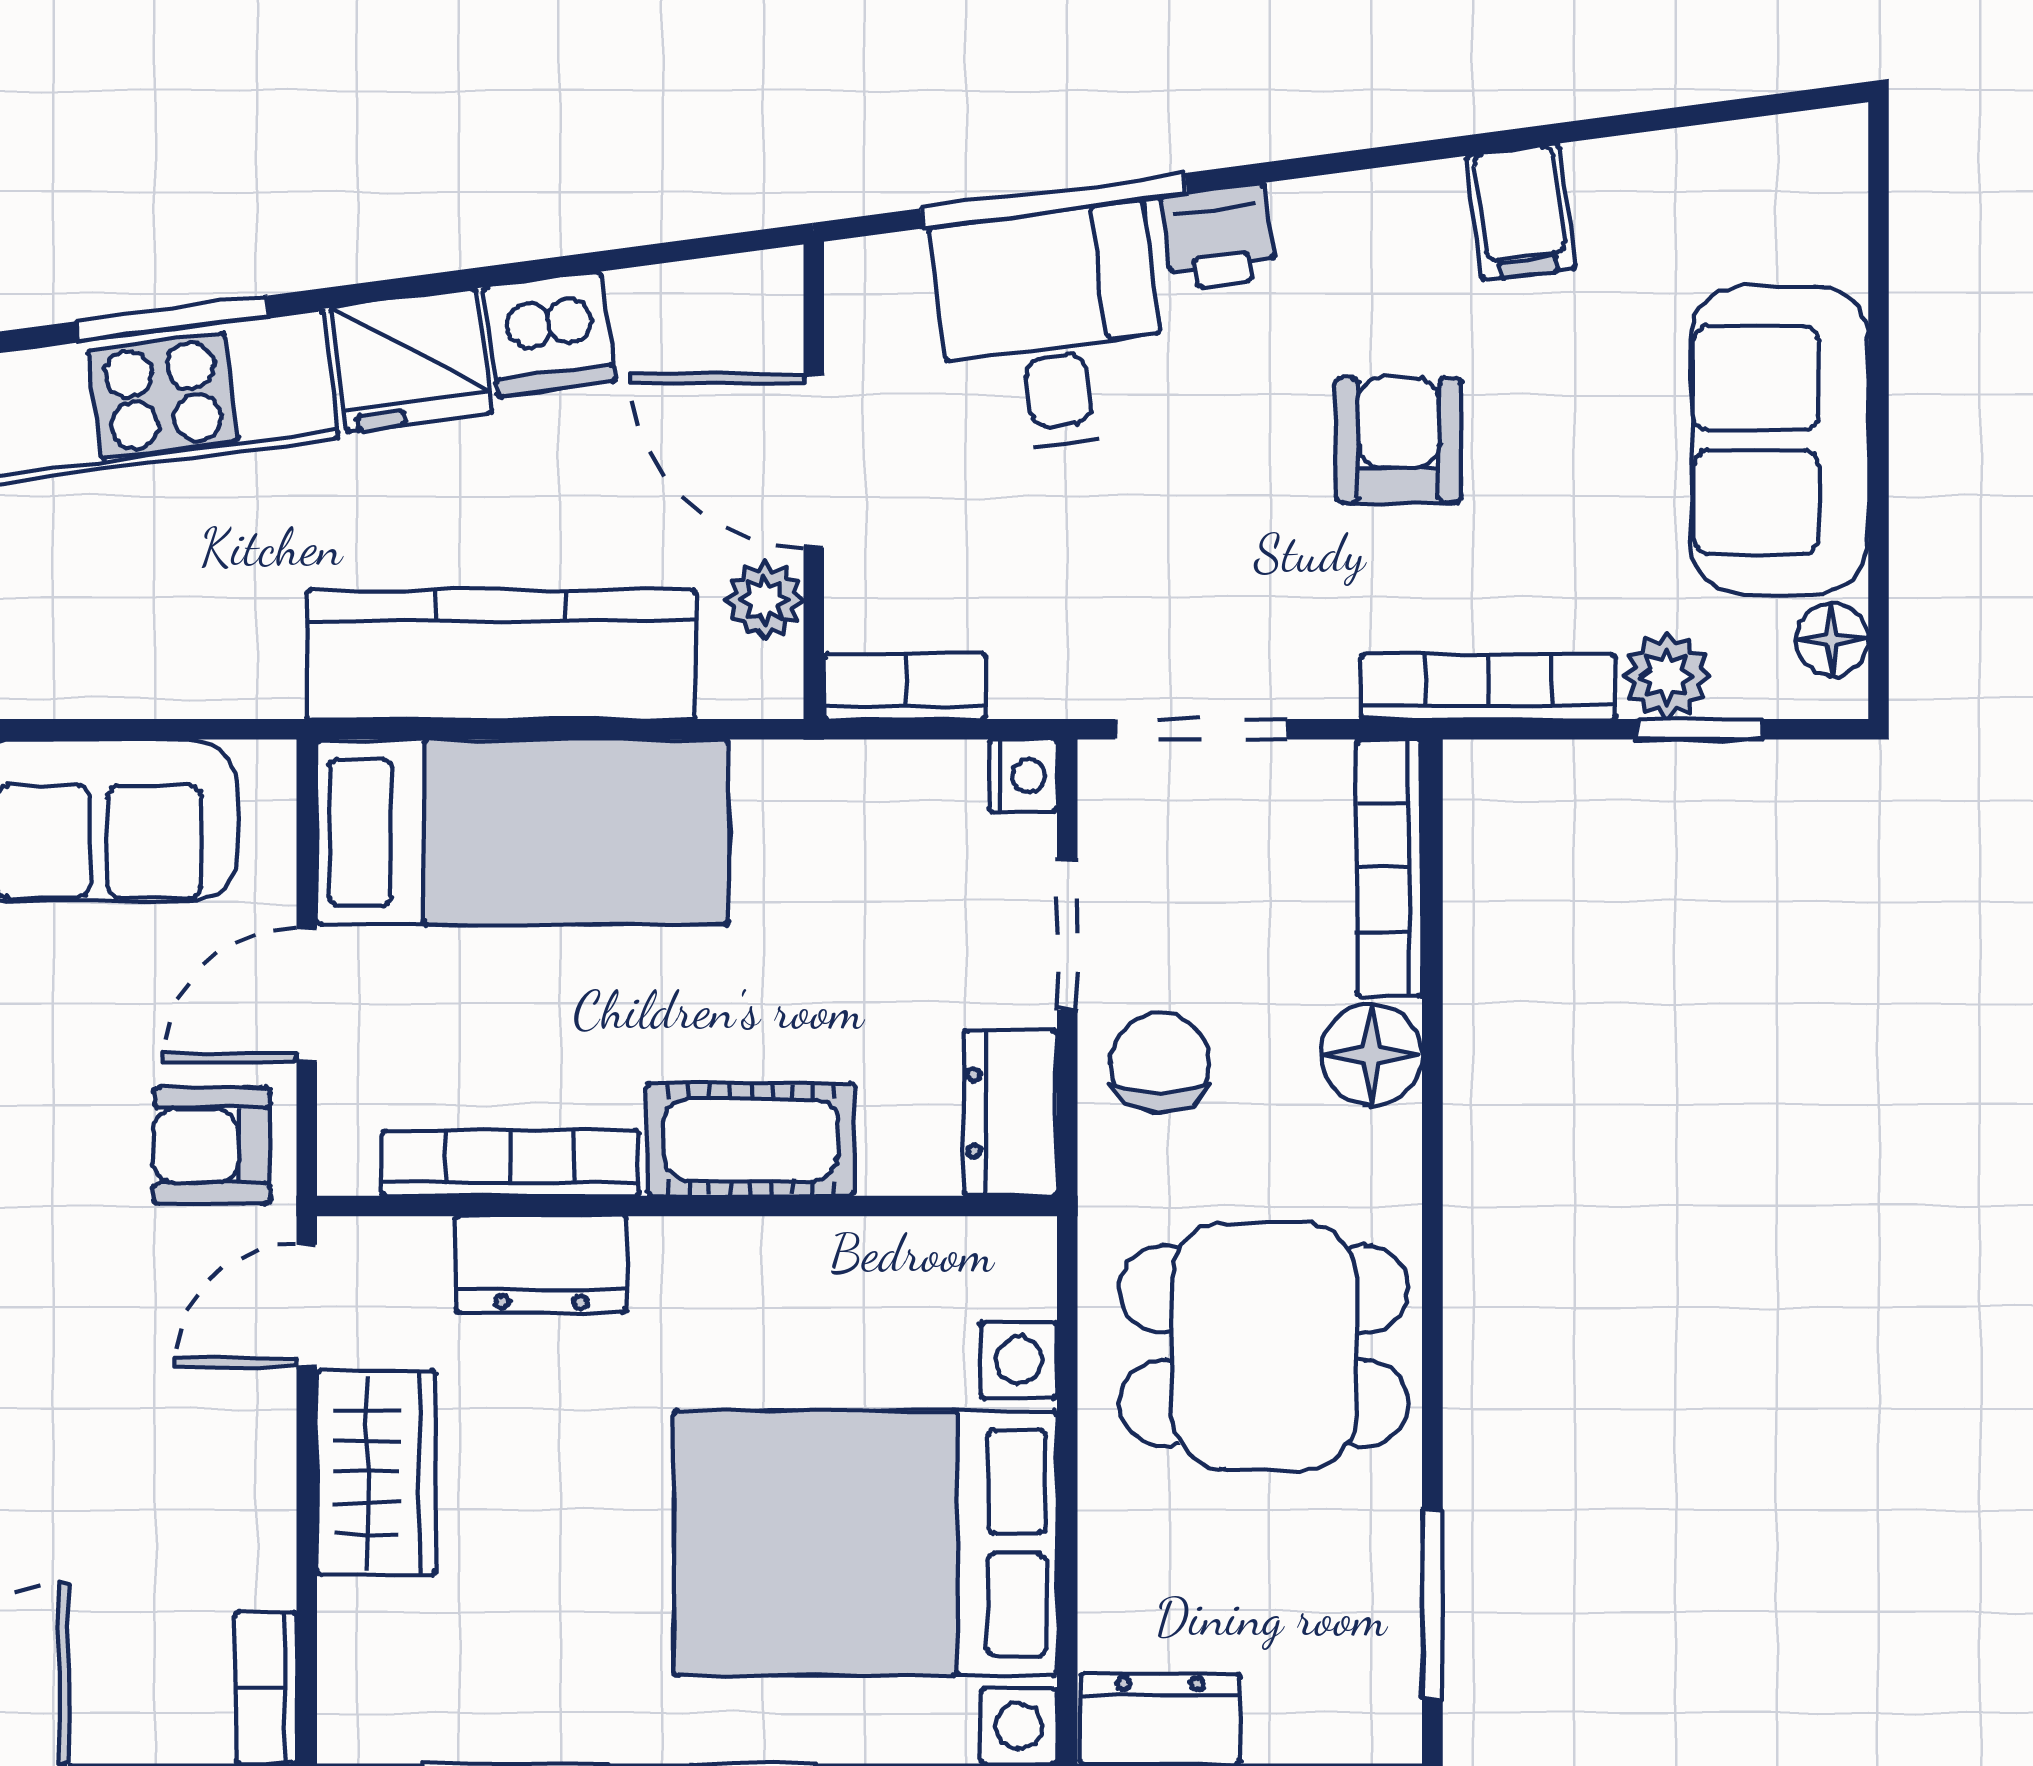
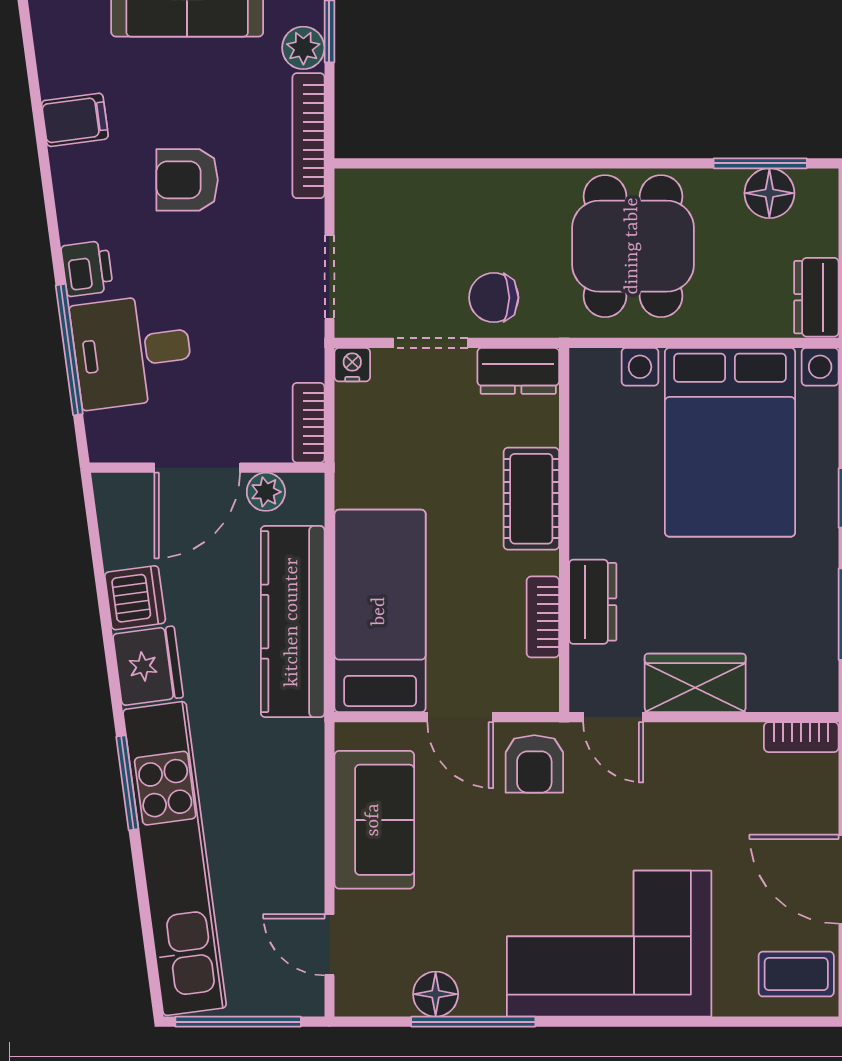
bookcase: (1389, 868) -> (398, 184), removed
floor lamp: (1372, 1055) -> (769, 193), moved
bookcase: (511, 1163) -> (543, 617), width x0.64

